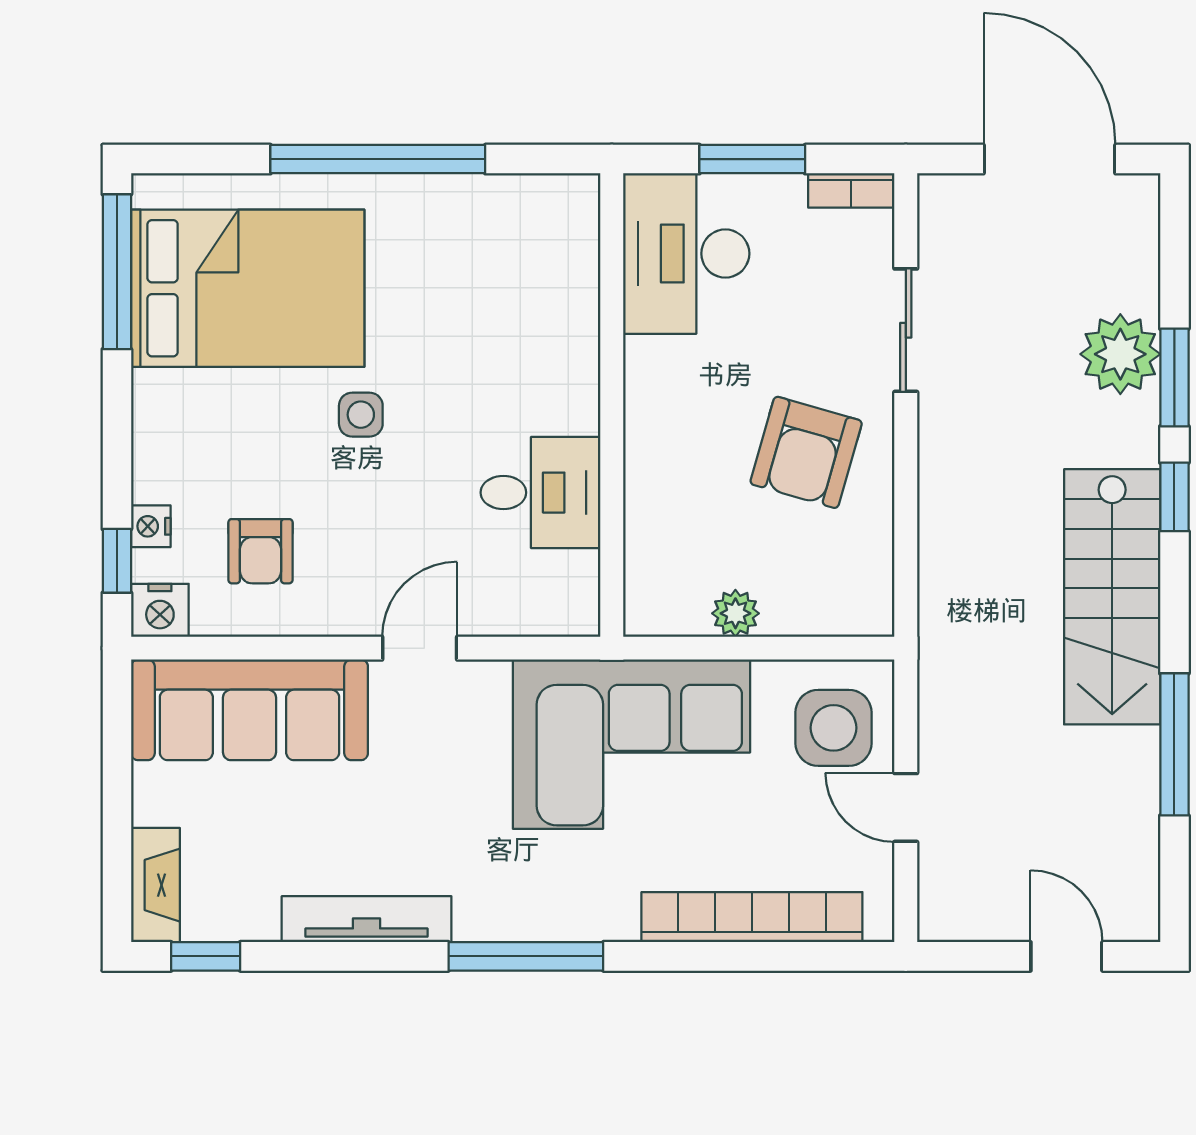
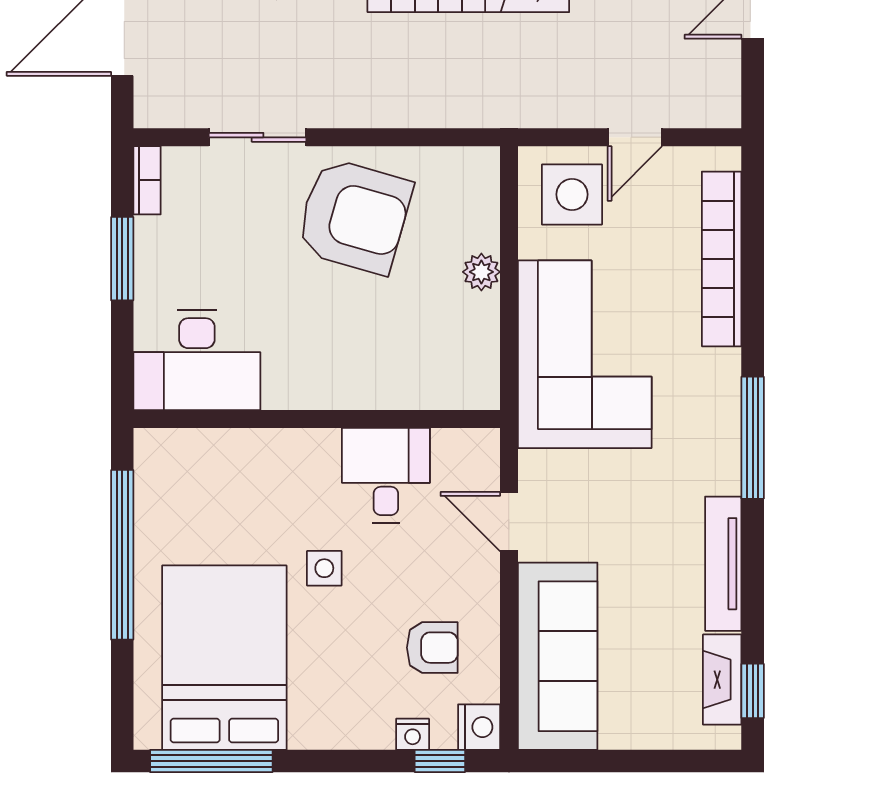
desk: (686, 254) -> (197, 360), moved
wall: (612, 405) -> (317, 419), moved
armchair: (806, 452) -> (354, 216), width x1.36, depth x1.36
desk: (541, 493) -> (386, 475), moved
fireplace: (155, 885) -> (722, 680), moved, turned -90

